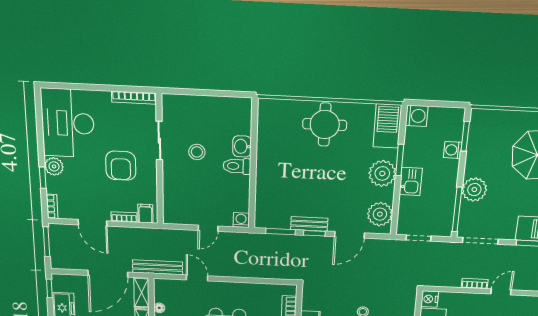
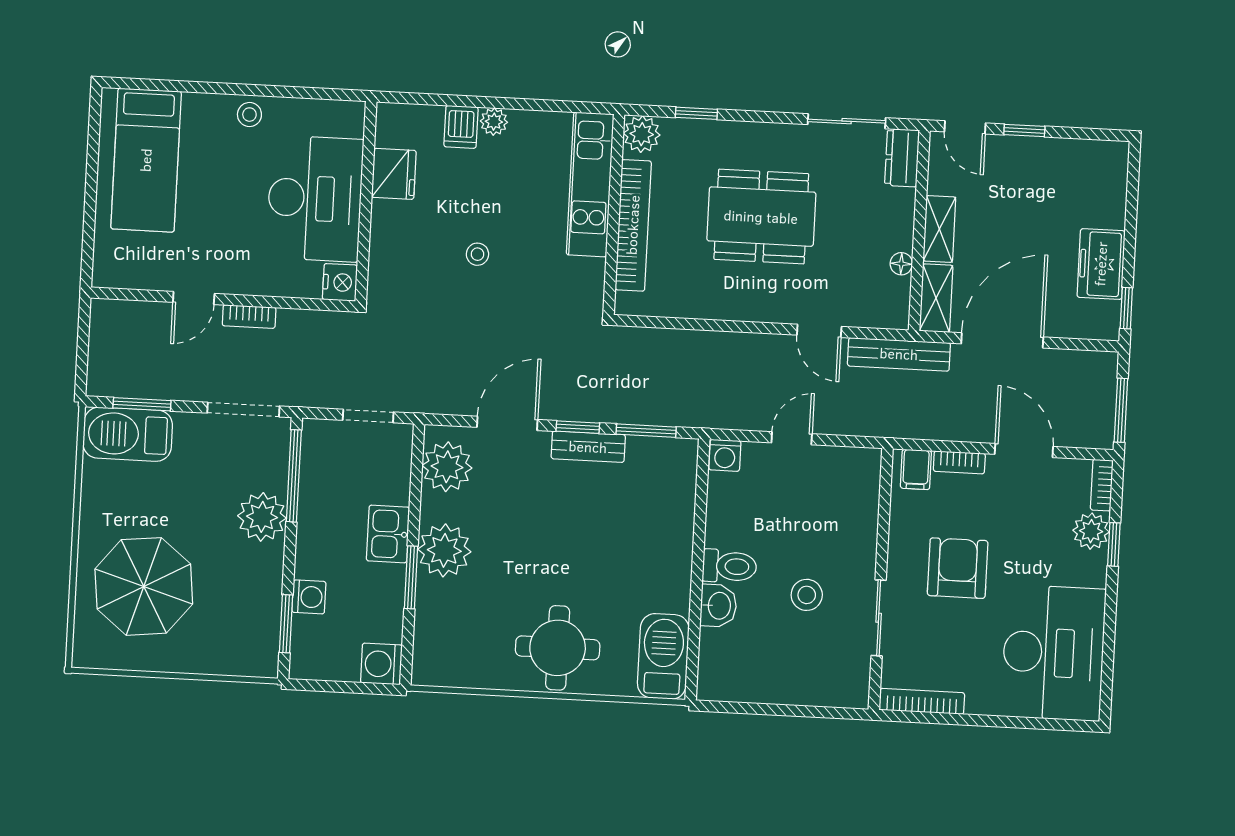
barbecue: (387, 126) -> (663, 656), moved, turned 180
plant: (54, 166) -> (1091, 531), moved

